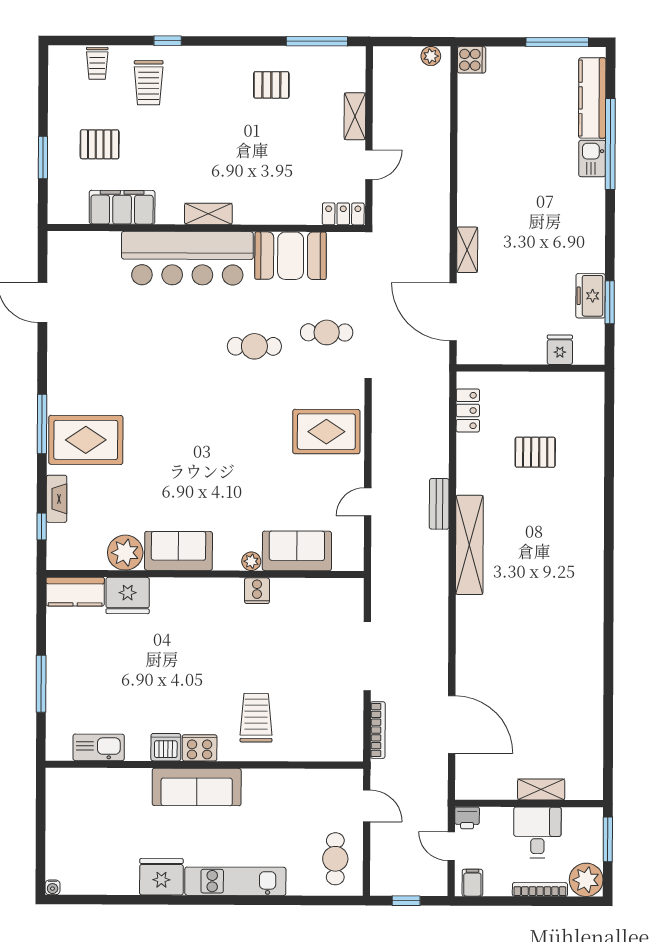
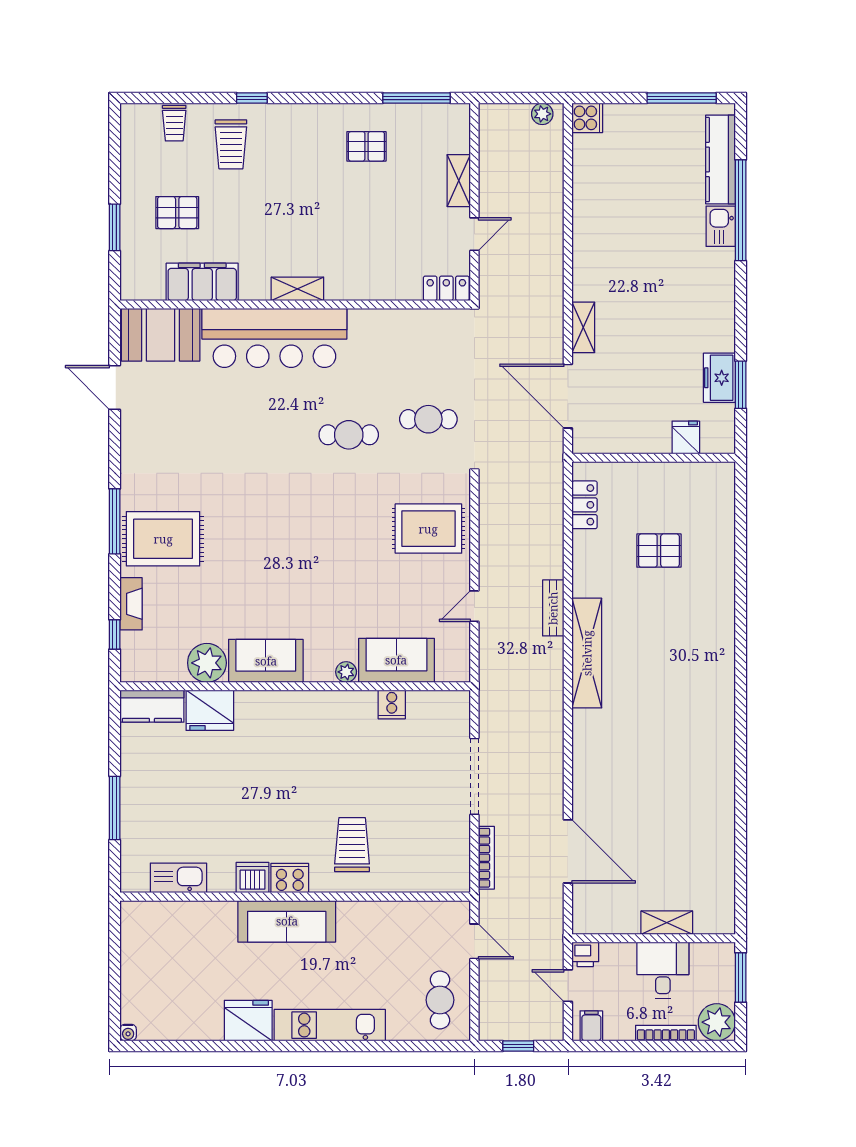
booth: (291, 256) -> (161, 335), moved
cooker: (257, 591) -> (392, 704), moved

